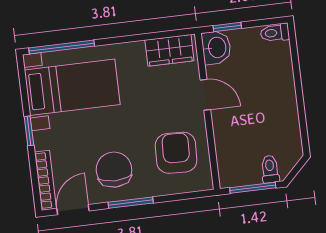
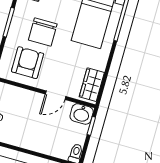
armchair: (176, 153) -> (28, 63), turned -92
chair: (114, 170) -> (43, 32), moved, turned 90

